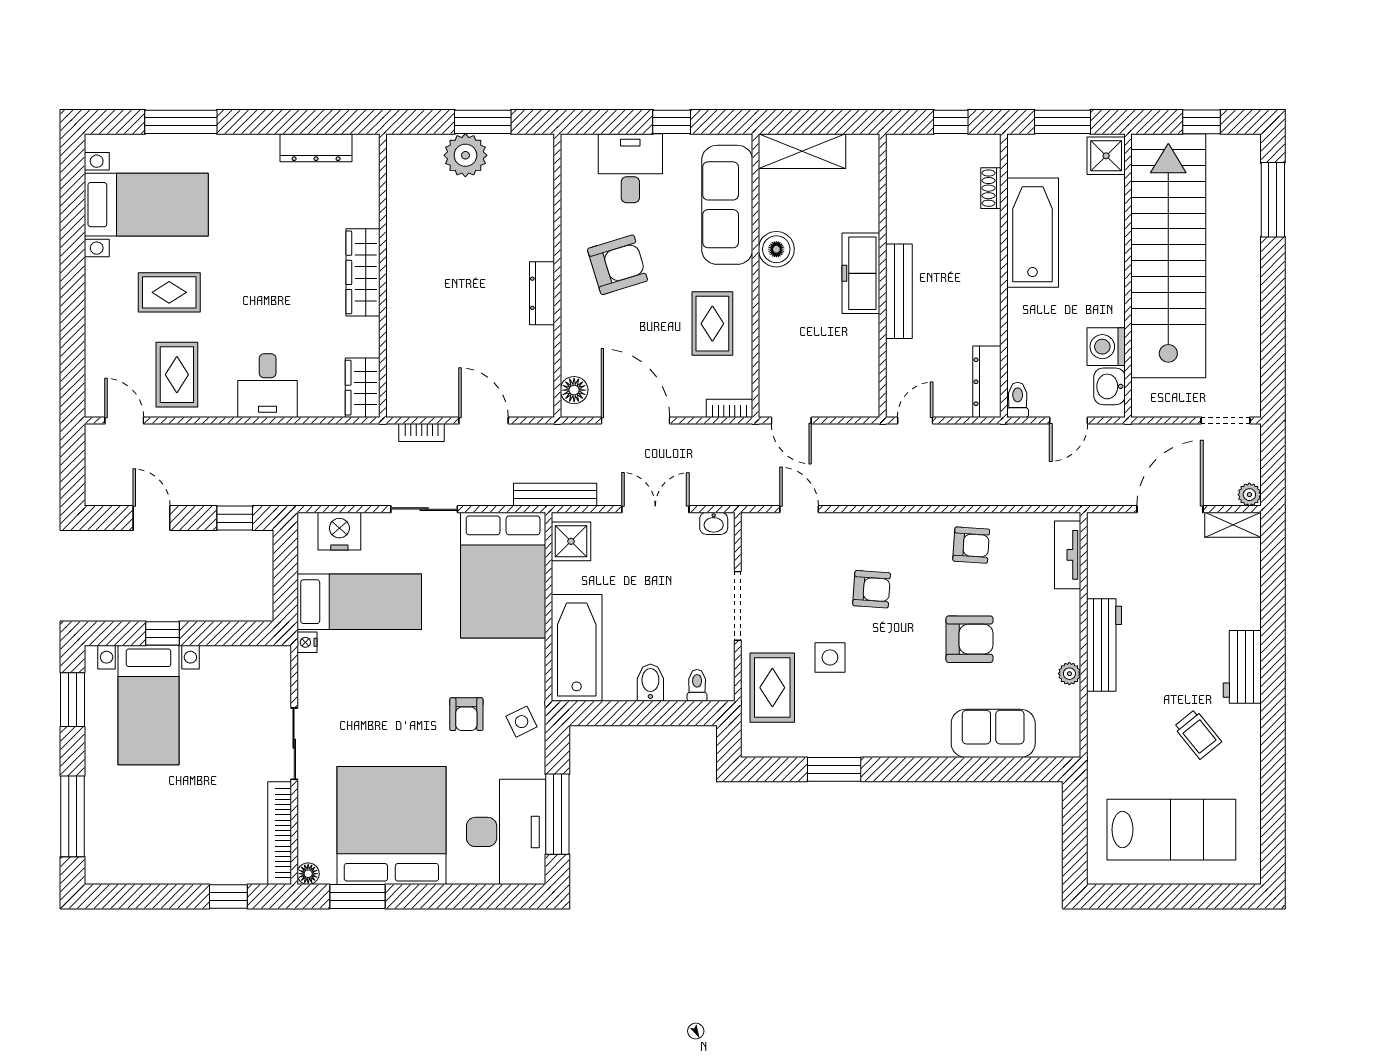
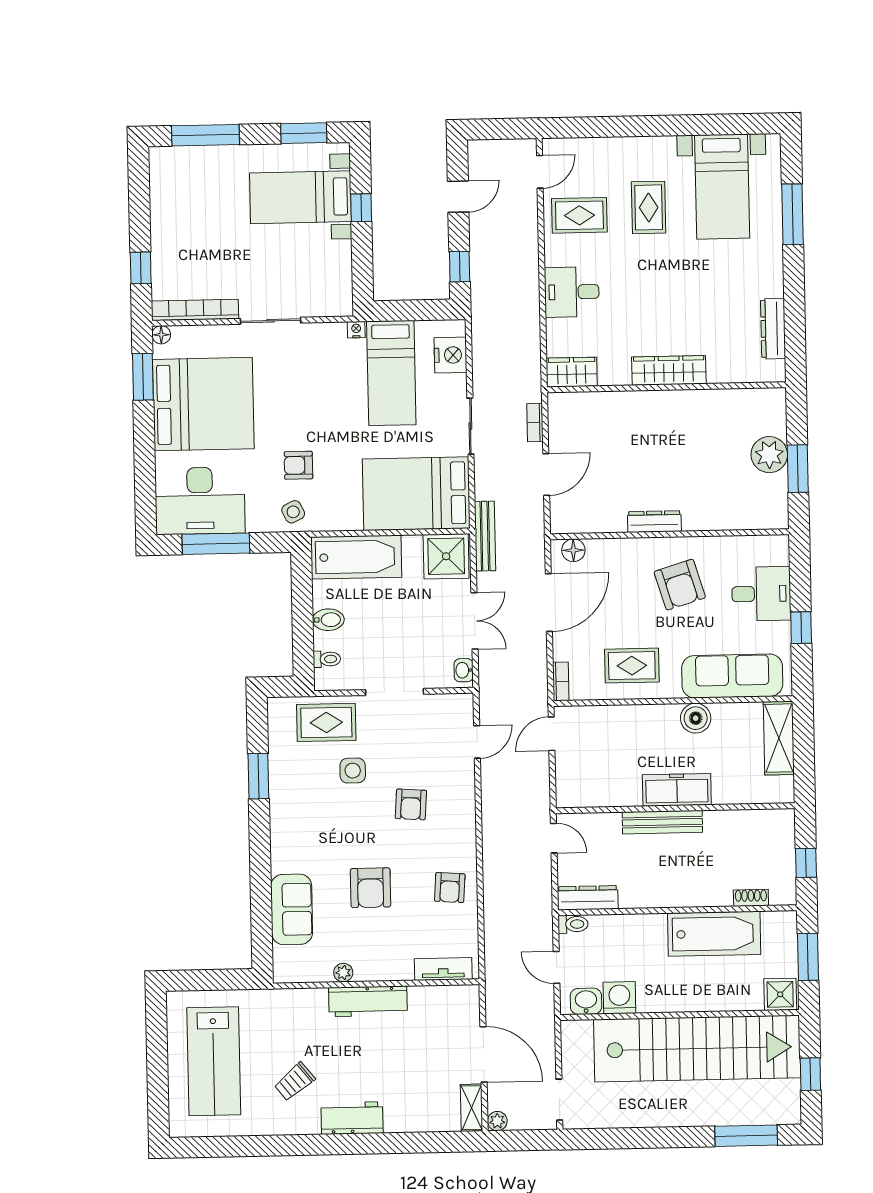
shower: (571, 541) -> (446, 556), width x1.36, depth x1.36

